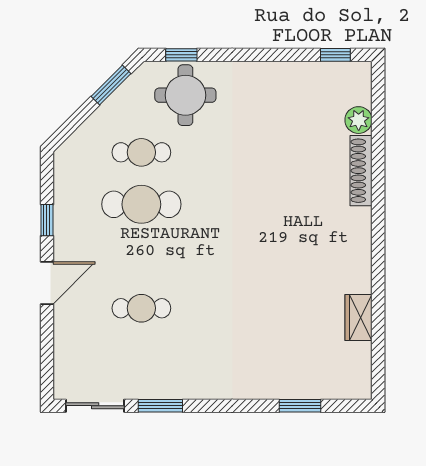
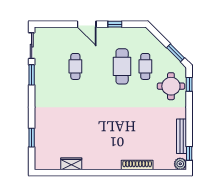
bench: (297, 72) -> (181, 136), added
plant: (359, 120) -> (180, 164), moved

